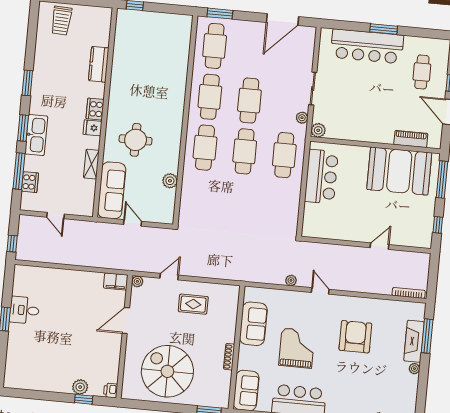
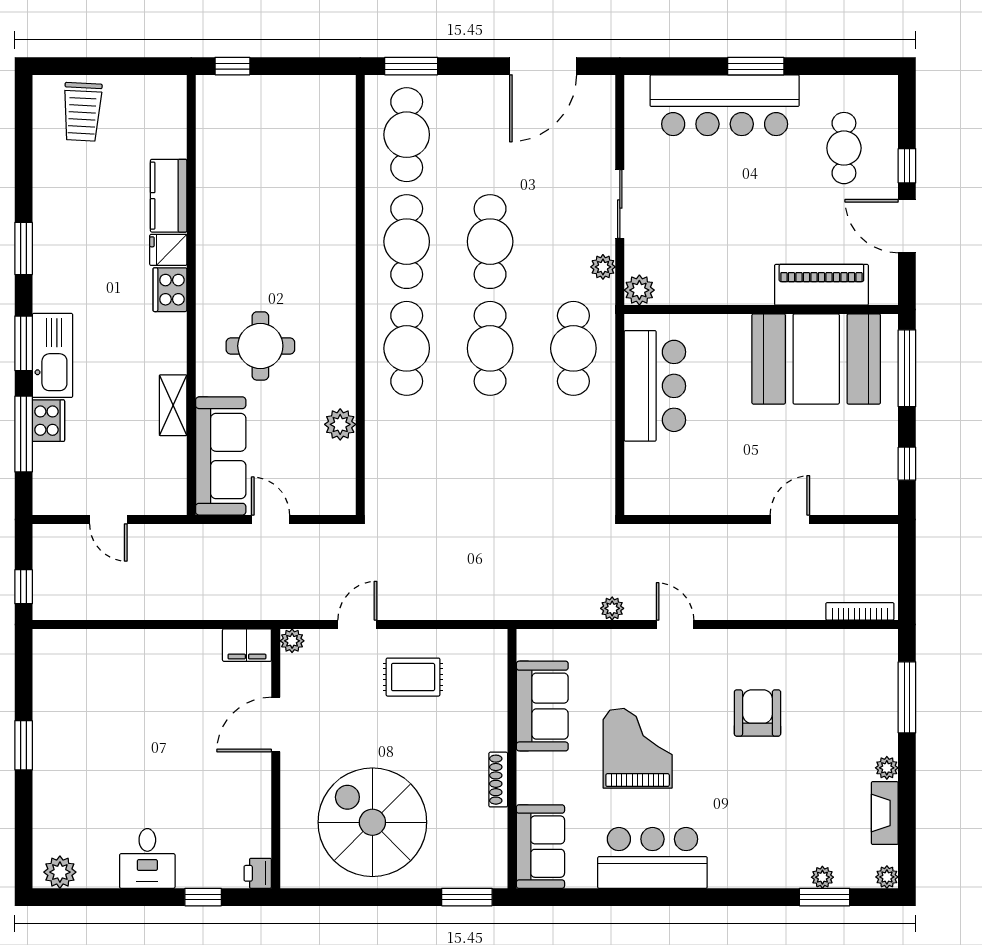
fridge: (92, 128) -> (168, 250), moved
piano: (411, 139) -> (821, 285), width x1.37, depth x1.33
cooker: (30, 182) -> (48, 421), moved
desk: (24, 310) -> (147, 858), moved, turned -90
armchair: (355, 337) -> (757, 713), width x0.73, depth x0.73
fireplace: (414, 341) -> (885, 813), moved, width x0.73, depth x0.76
plant: (80, 387) -> (60, 872), moved

